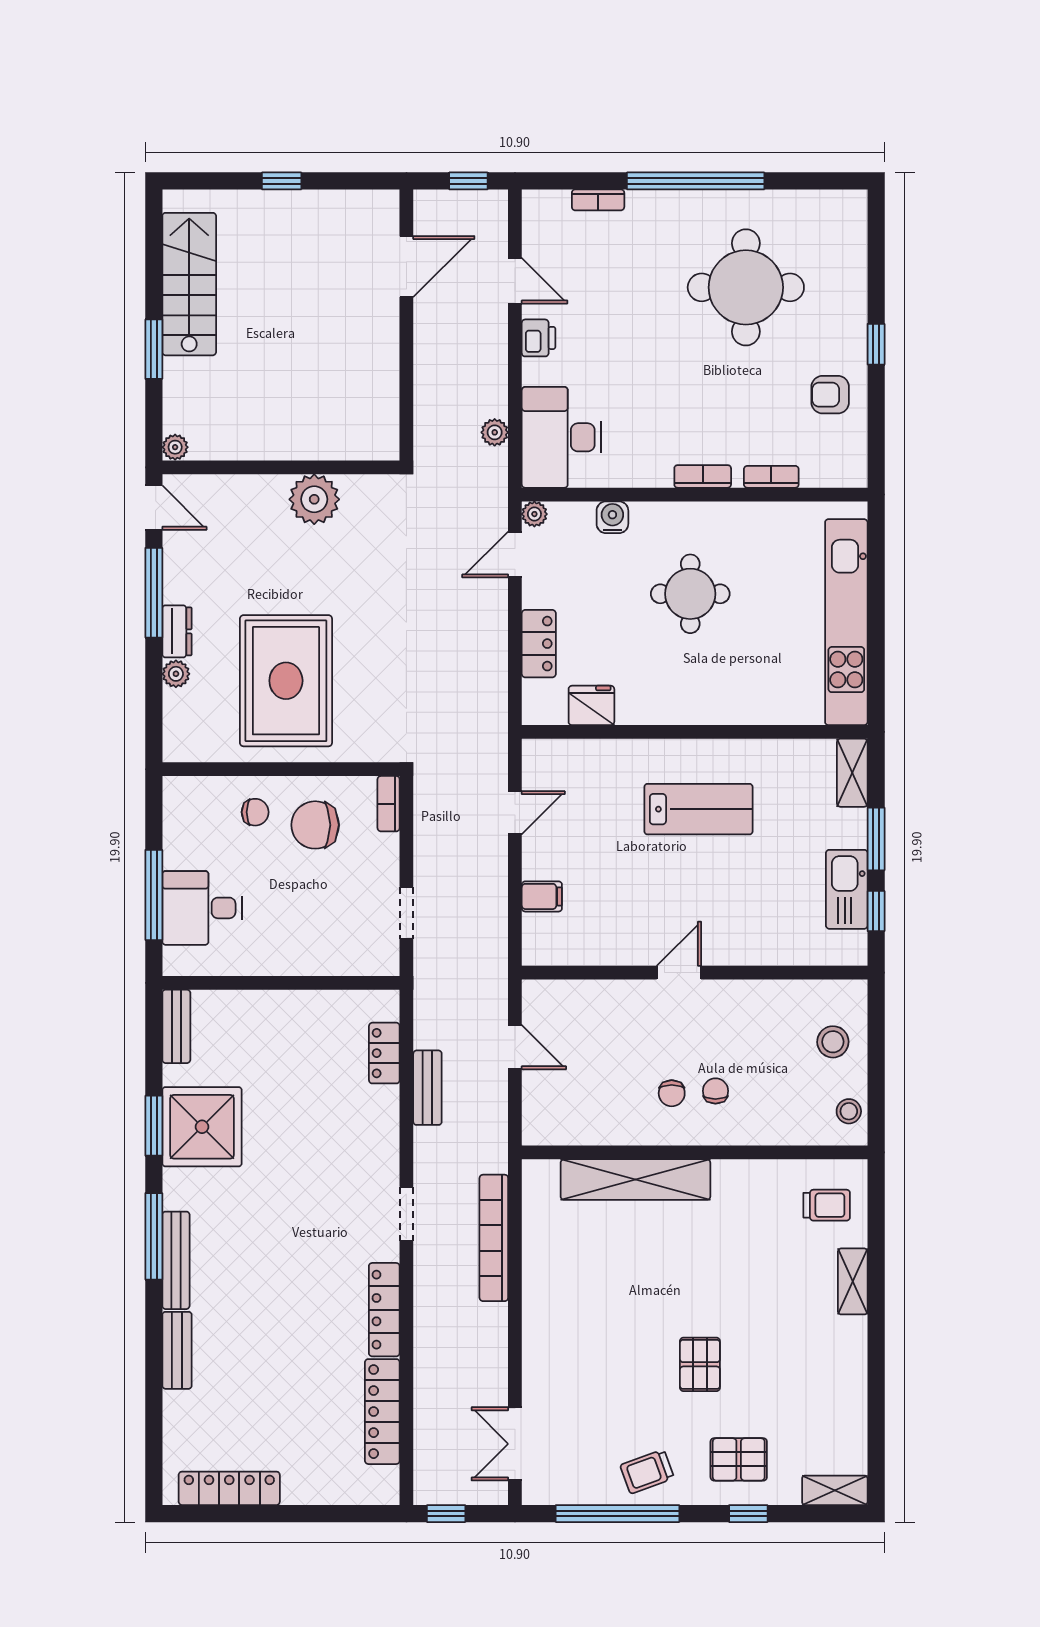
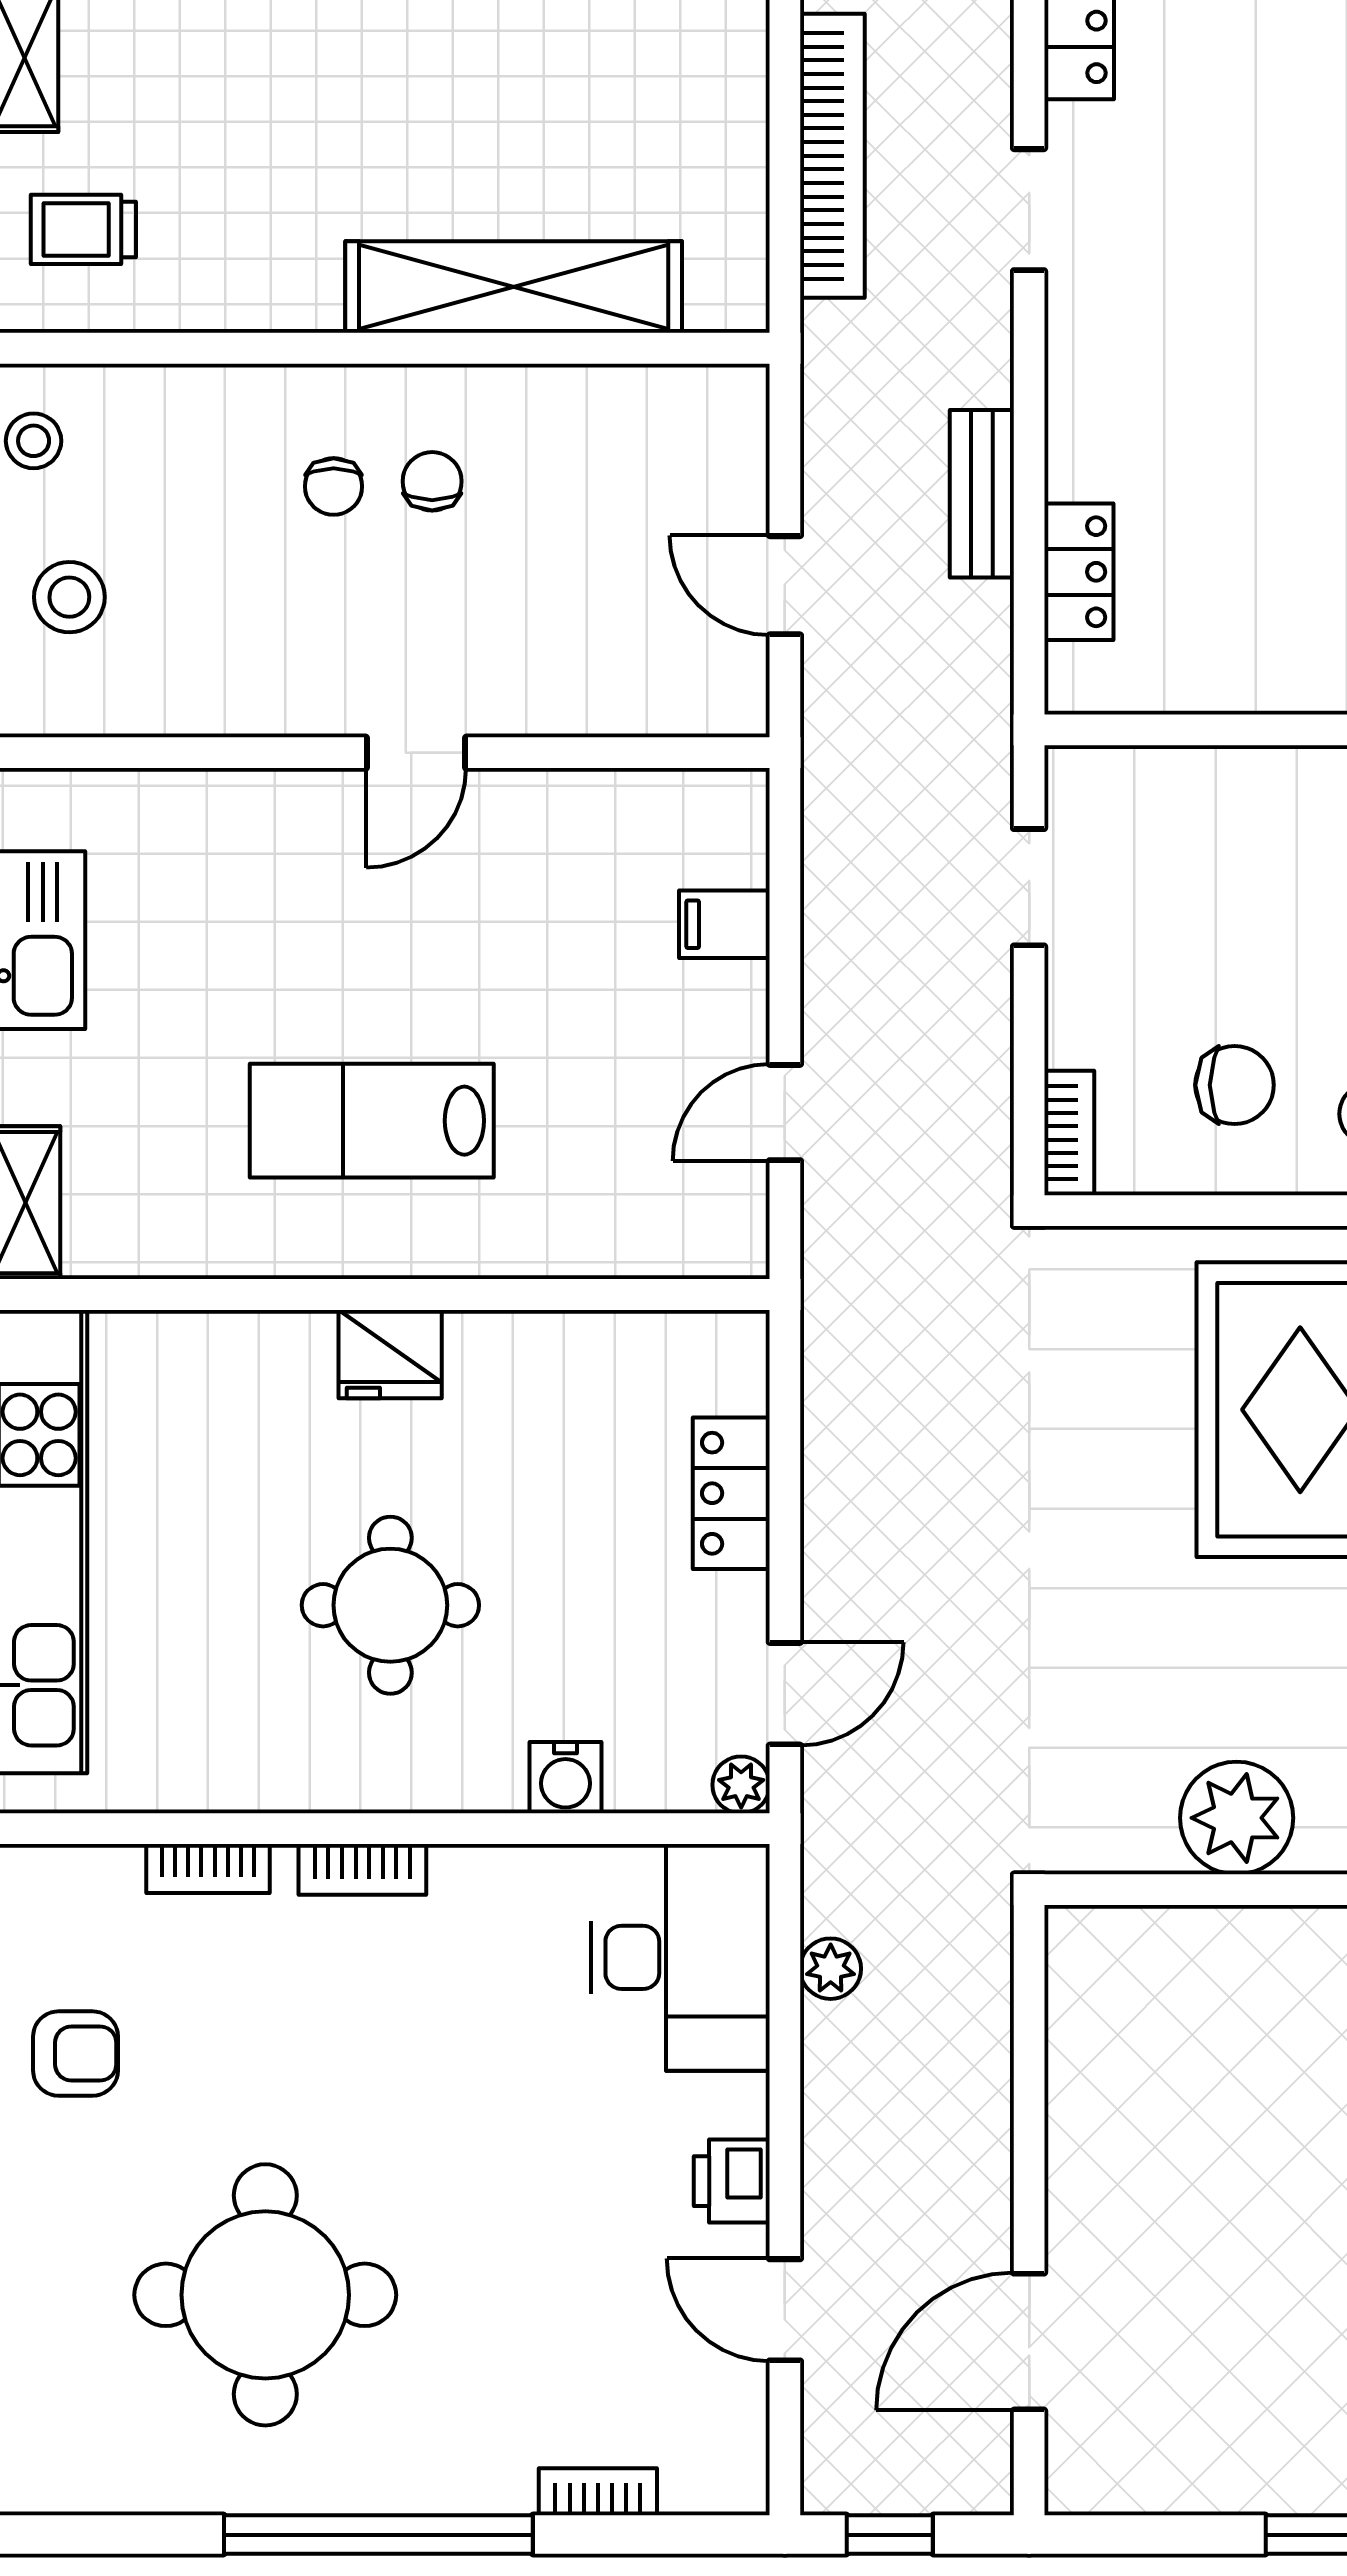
fridge: (591, 705) -> (390, 1354), moved
chair: (315, 825) -> (1235, 1085), width x0.73, depth x0.73

